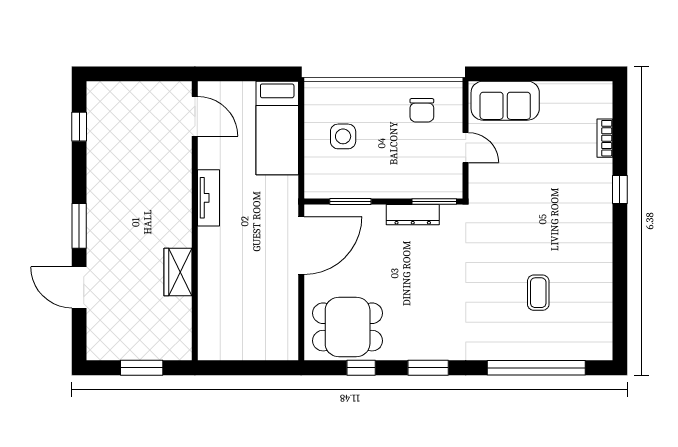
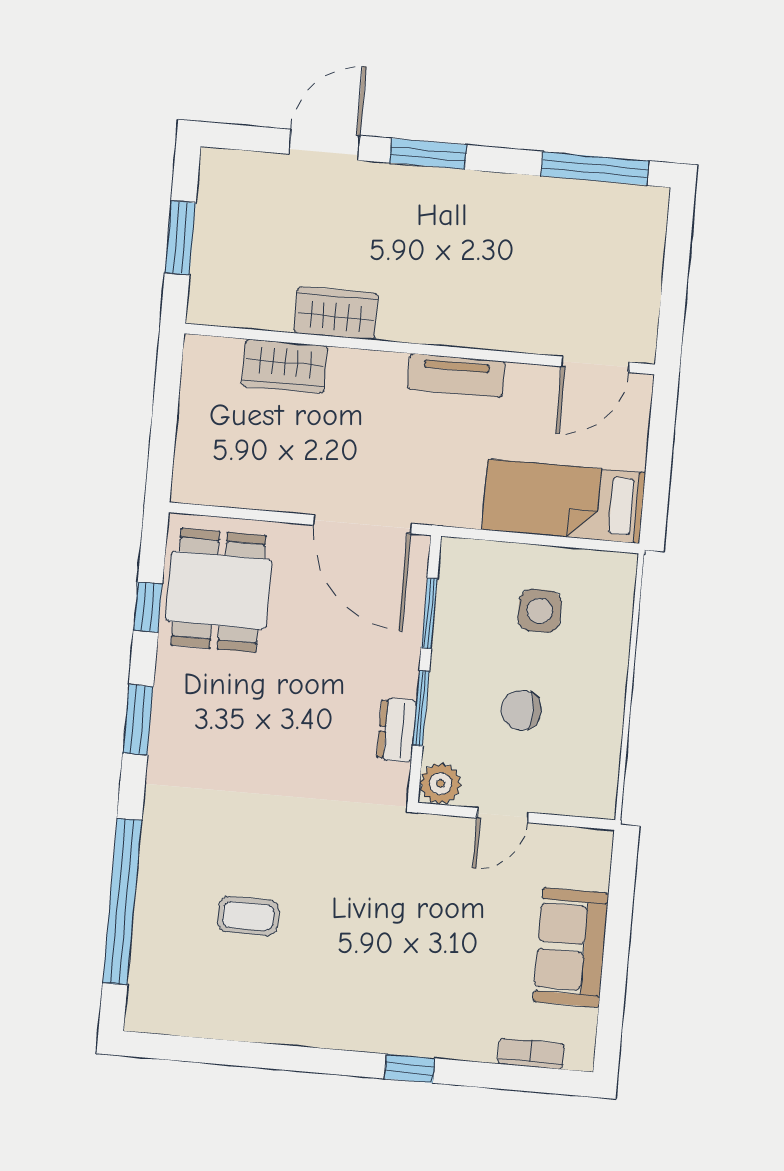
sofa: (505, 101) -> (571, 947), moved
chair: (422, 110) -> (521, 710), moved
window: (79, 127) -> (595, 168), width x2.17
bookcase: (605, 138) -> (531, 1054), moved
plant: (450, 186) -> (441, 784), added
window: (434, 201) -> (421, 708), moved
dresser: (413, 215) -> (397, 730), width x0.70
wardrobe: (212, 299) -> (285, 366), added

